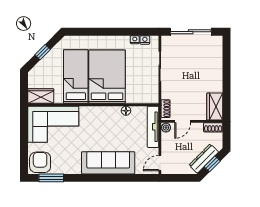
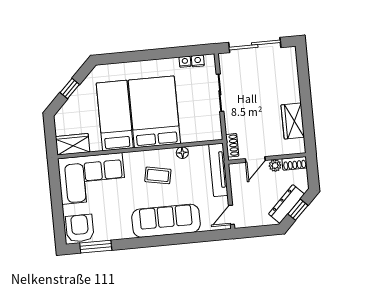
wardrobe: (215, 107) -> (293, 121), moved
coffee table: (105, 127) -> (158, 175), added
plant: (166, 128) -> (275, 165), moved

